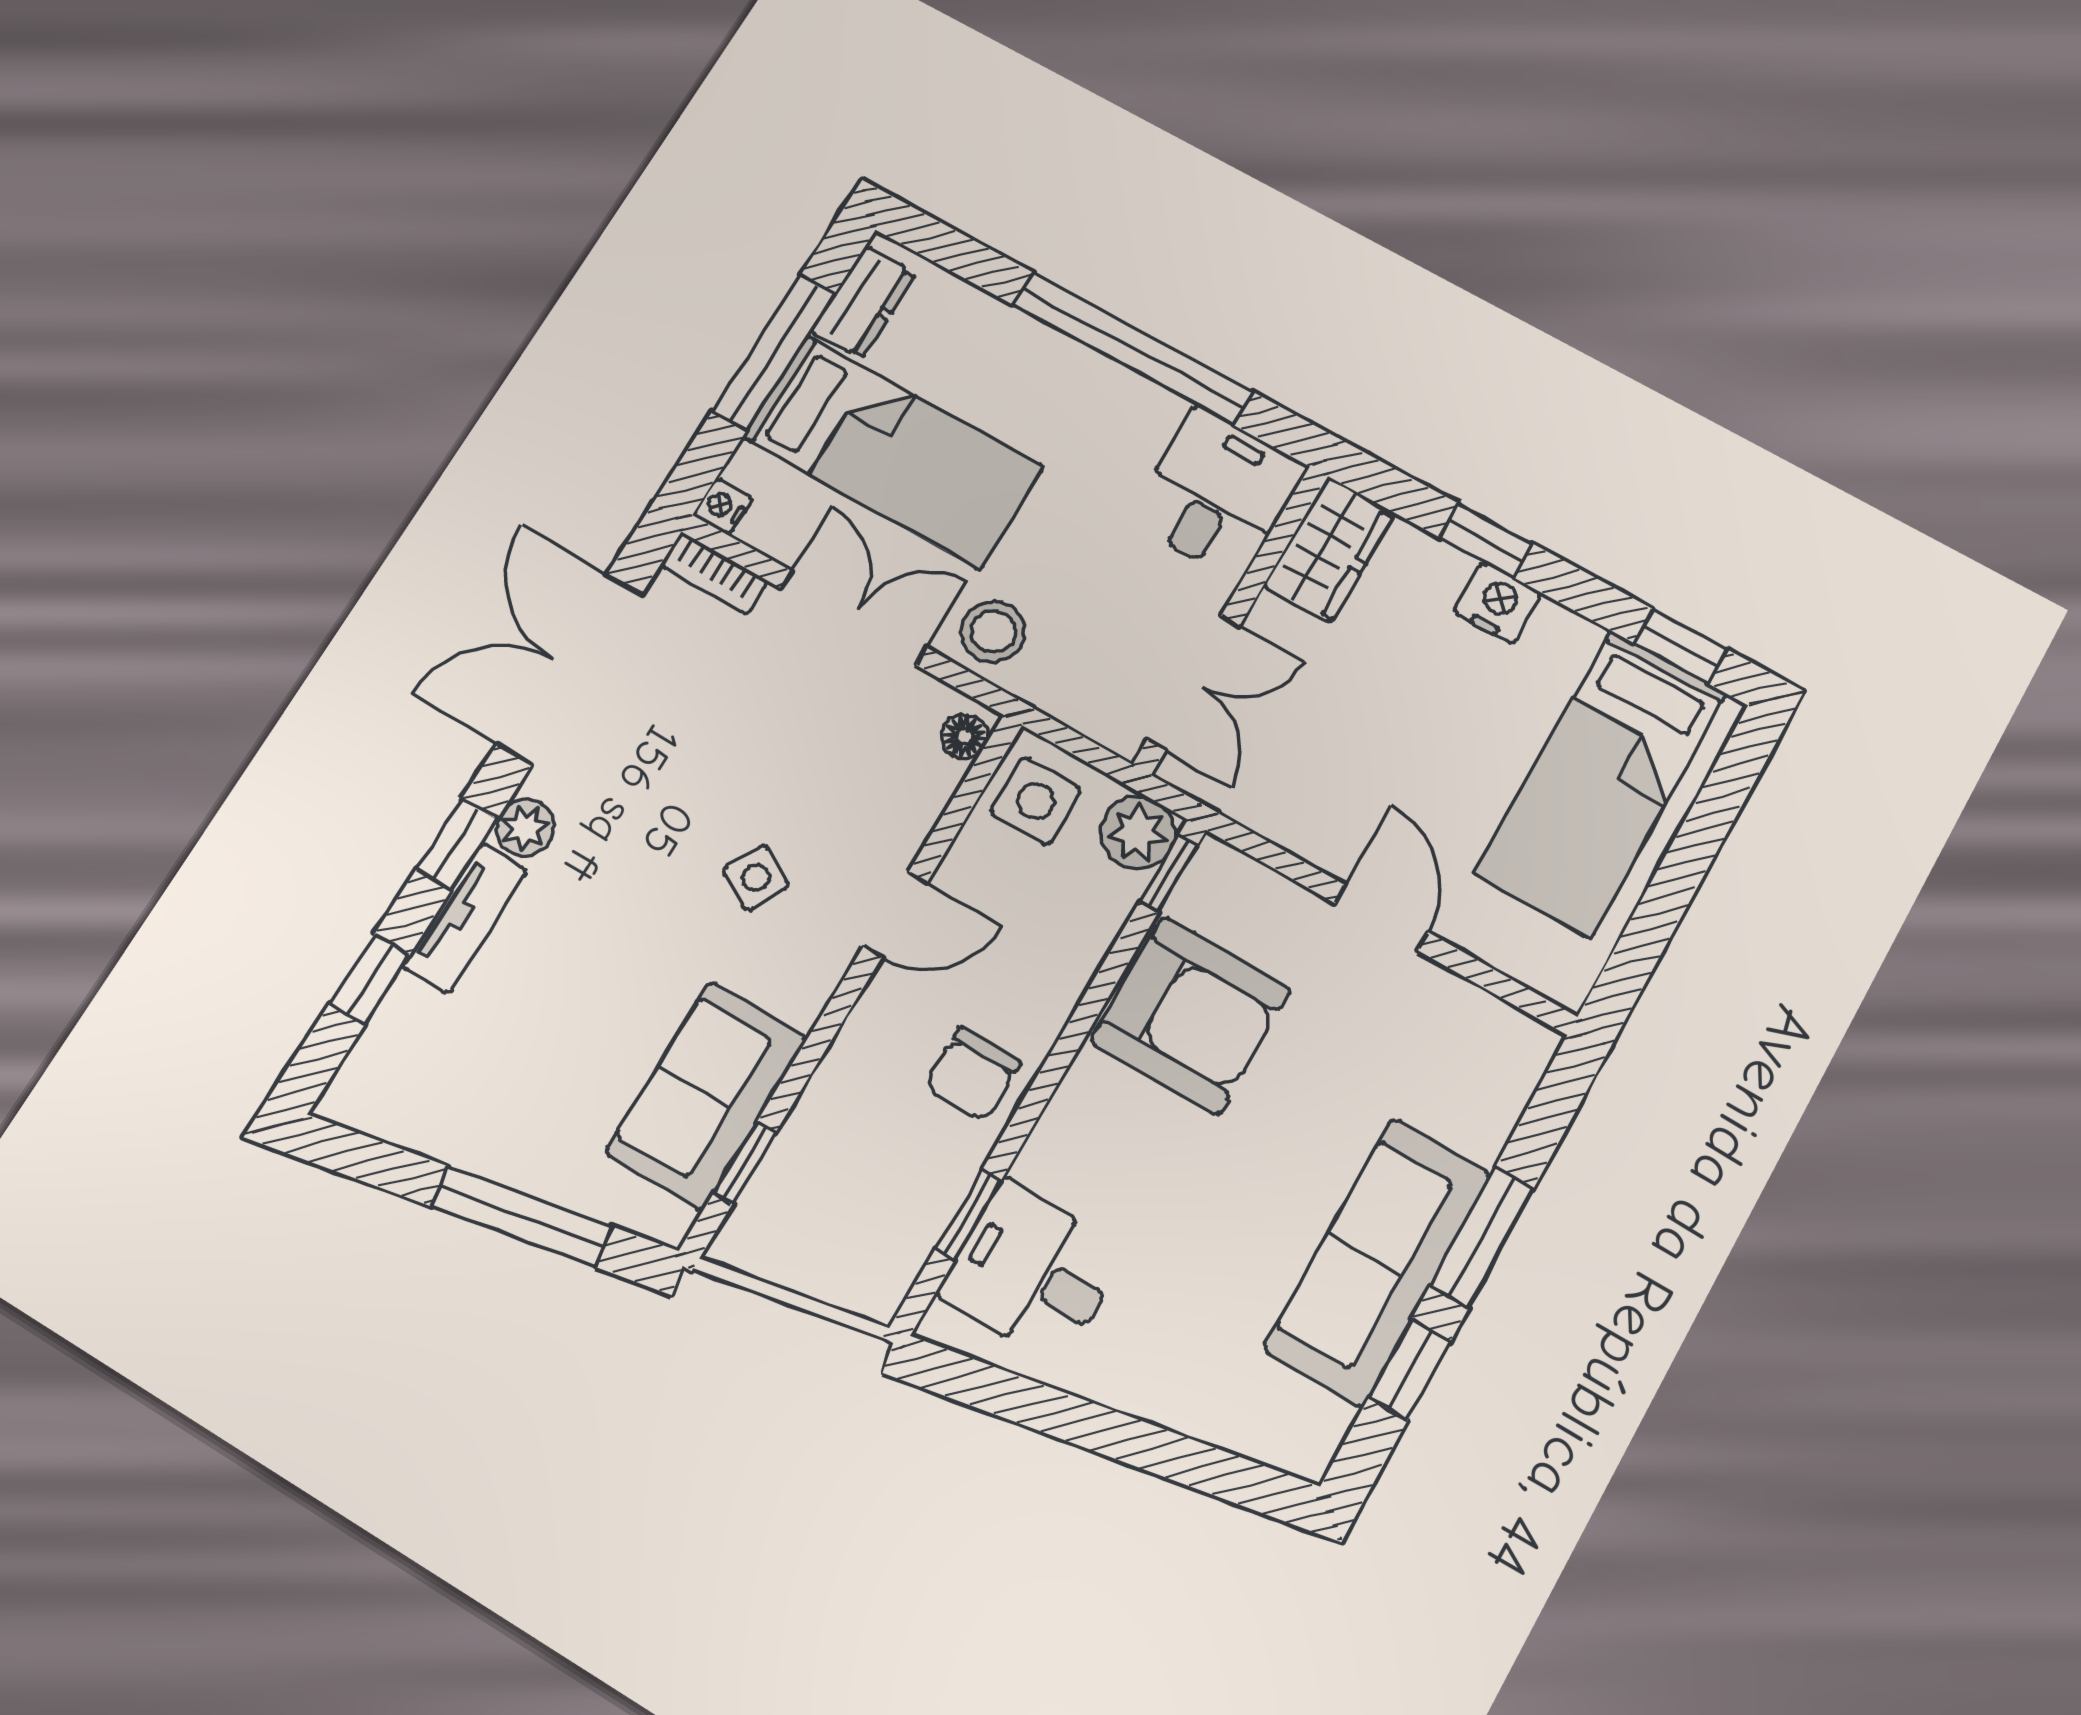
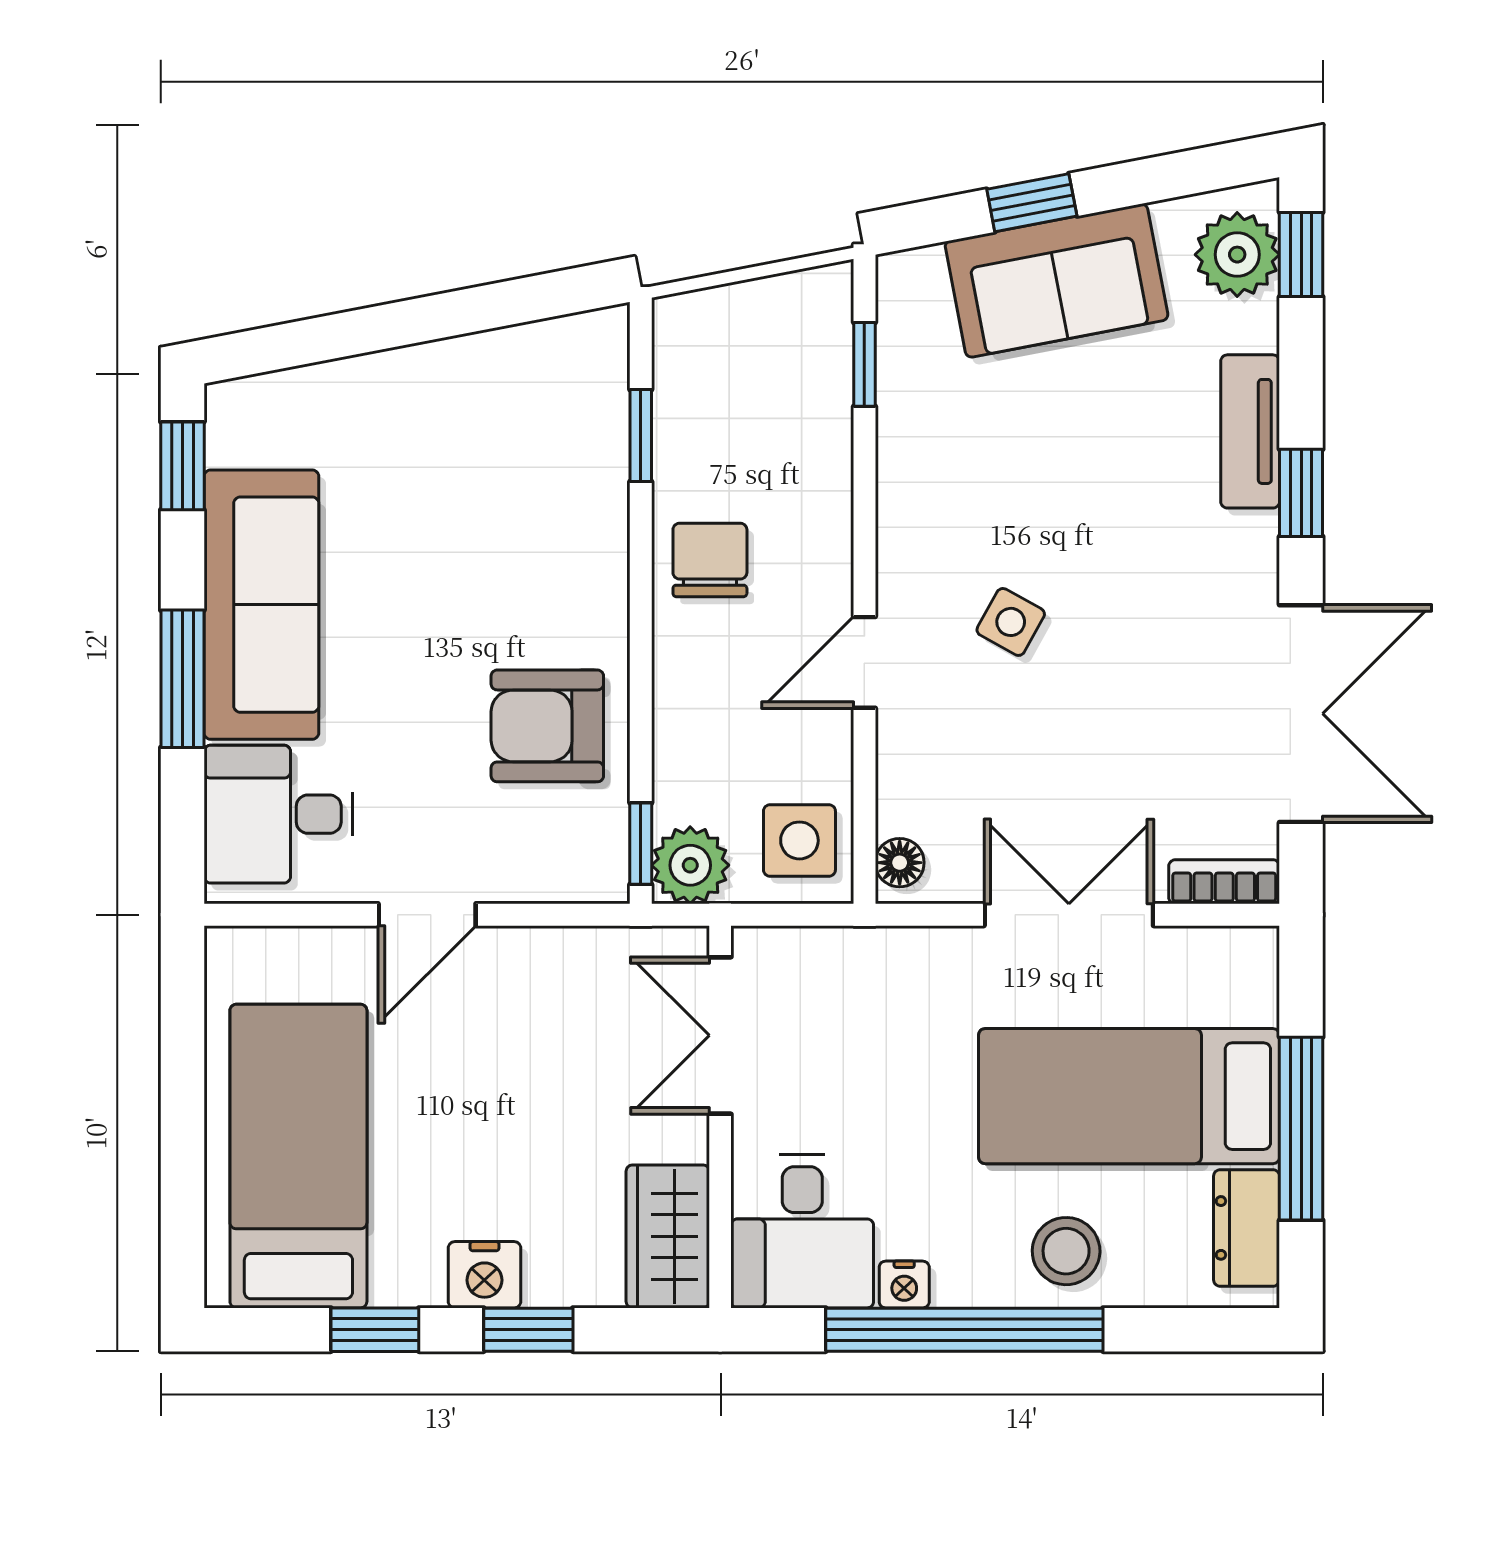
nightstand: (723, 506) -> (904, 1284), moved, turned 90
double door: (853, 618) -> (1069, 915), swing flipped
stool: (993, 632) -> (1066, 1251), moved
window: (1680, 646) -> (375, 1330), moved
plant: (525, 827) -> (1237, 255), moved, width x1.38, depth x1.38
door: (1382, 918) -> (427, 915), hinge flipped
window: (370, 979) -> (1301, 254), moved
armchair: (1191, 1015) -> (547, 726), width x0.73, depth x0.73
sofa: (707, 1095) -> (1057, 281), moved, turned 79
window: (522, 1217) -> (1032, 203), width x0.46
desk: (1033, 1272) -> (279, 814), moved, turned 180
window: (1410, 1370) -> (182, 466), moved

